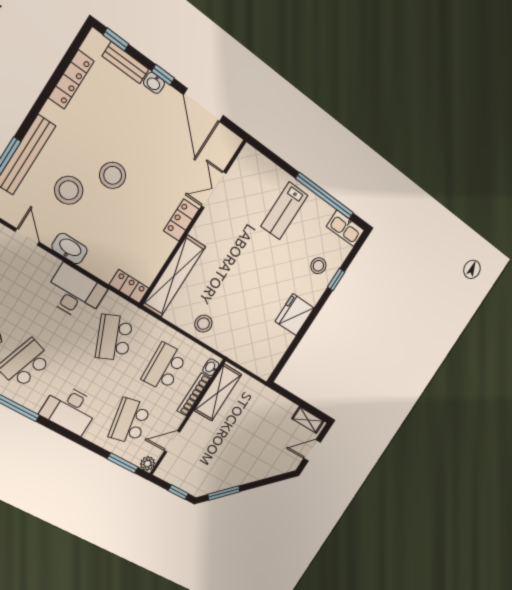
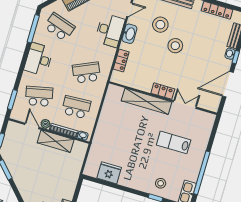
lab bench: (284, 211) -> (174, 142), moved
shelving: (174, 276) -> (147, 101), moved
locker: (129, 286) -> (121, 61), moved
desk: (75, 293) -> (110, 30), moved
fridge: (295, 315) -> (109, 173), moved
stool: (203, 324) -> (108, 123), removed
shelving: (218, 392) -> (56, 141), moved
plant: (148, 464) -> (45, 124), moved

